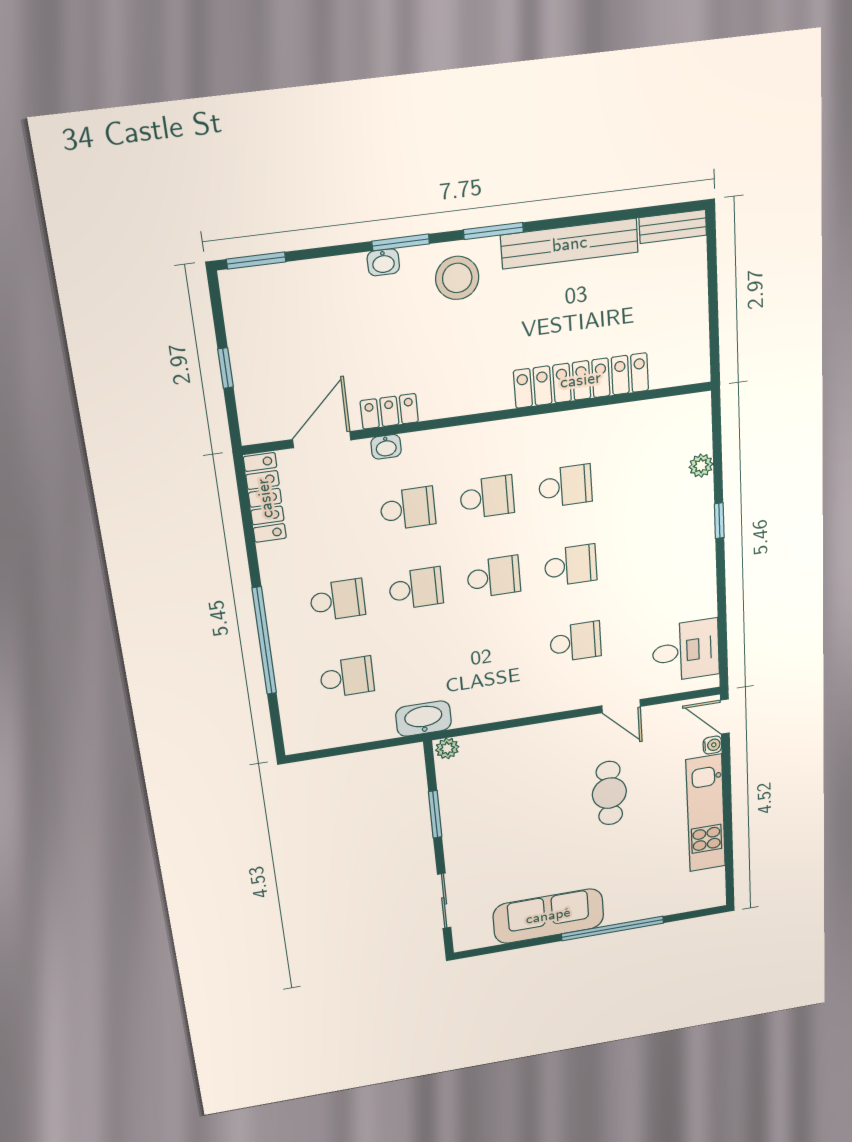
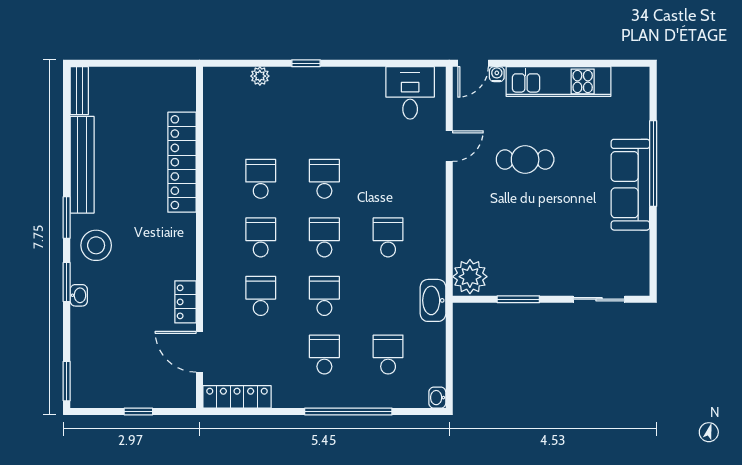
washbasin: (386, 447) -> (437, 398), moved, turned 180
school desk: (576, 642) -> (388, 237), moved
plant: (447, 748) -> (470, 277), width x1.88, depth x1.88
sofa: (548, 916) -> (630, 185), moved

